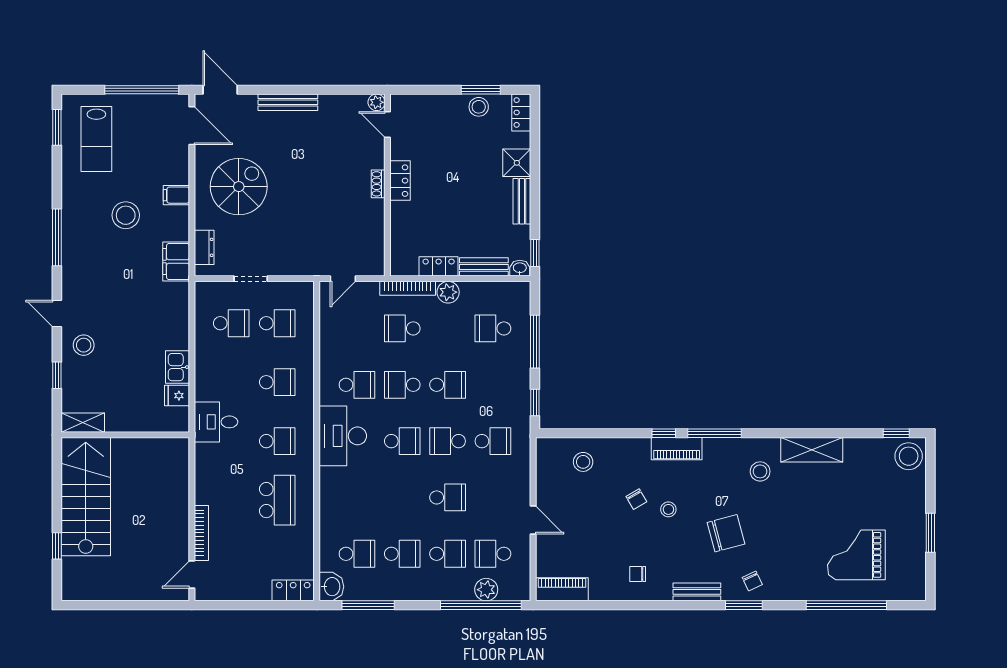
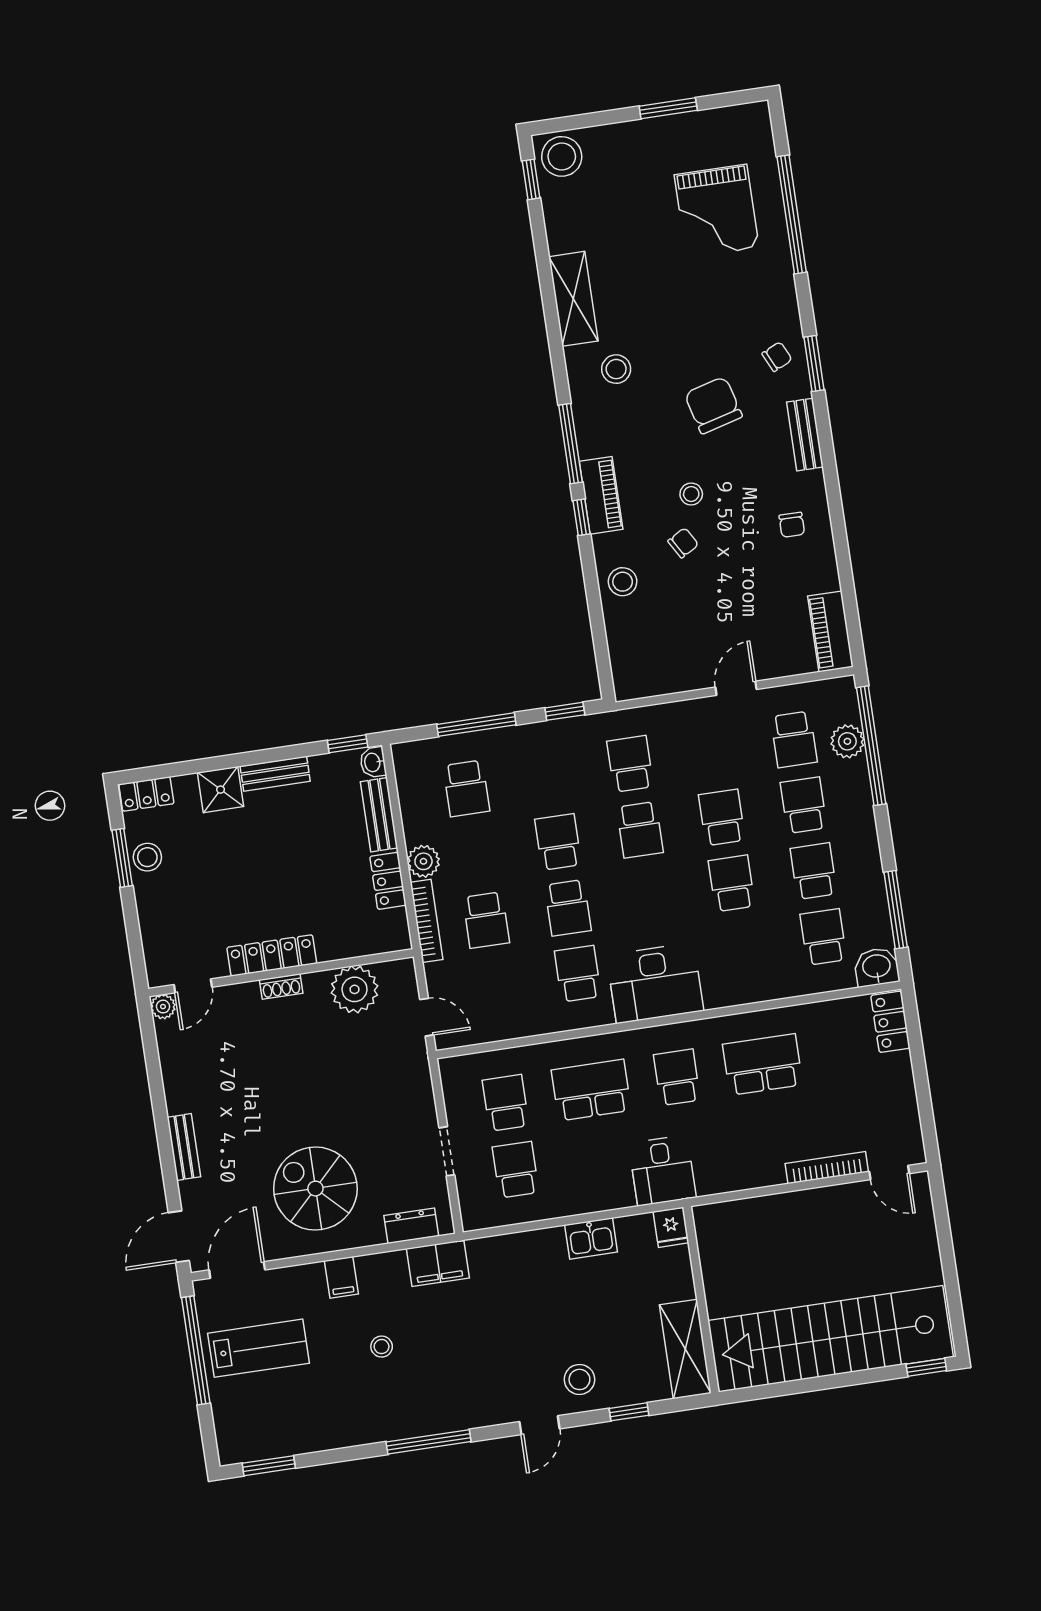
bench: (288, 102) -> (184, 1147), width x0.73
lab bench: (96, 139) -> (258, 1348), moved
locker: (400, 181) -> (272, 955), width x1.53
stool: (126, 215) -> (382, 1347), width x0.53, depth x0.53
plant: (369, 233) -> (355, 989), added
school desk: (277, 382) -> (591, 1090), width x1.85
fridge: (177, 396) -> (671, 1227), moved
shelving: (83, 423) -> (685, 1349), width x1.50, depth x1.33
school desk: (402, 441) -> (732, 883), moved
stool: (583, 462) -> (623, 582), moved
stairs: (86, 497) -> (831, 1339), width x1.36
window: (57, 546) -> (926, 1367), moved

